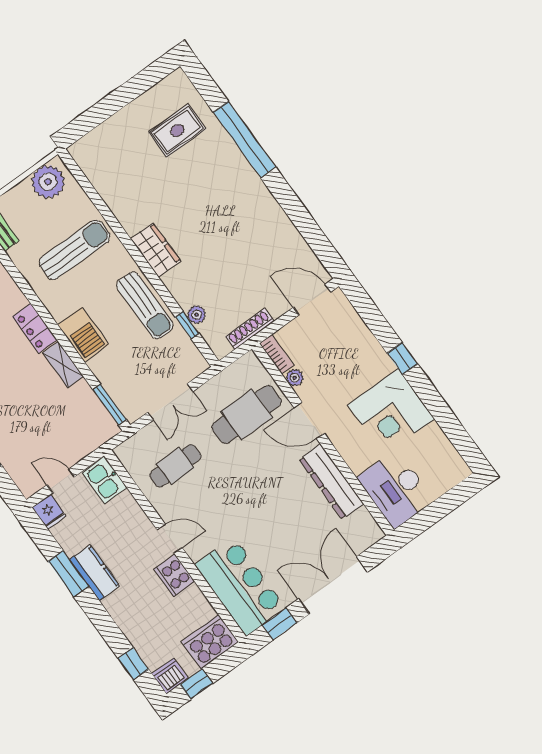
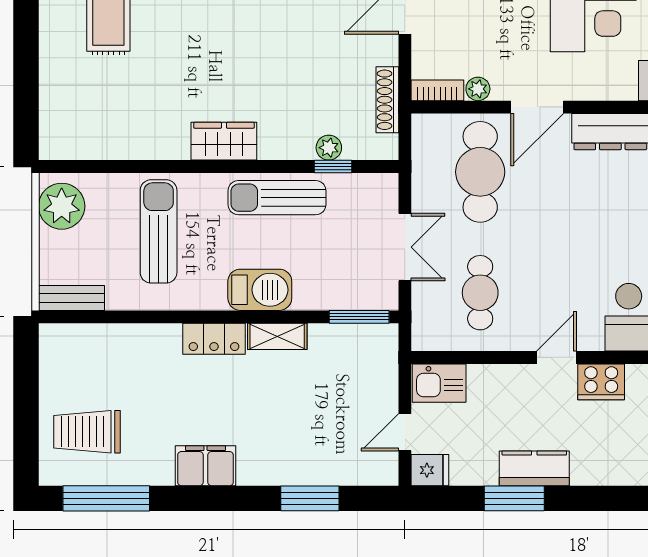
sun lounger: (145, 305) -> (277, 198), turned 180

